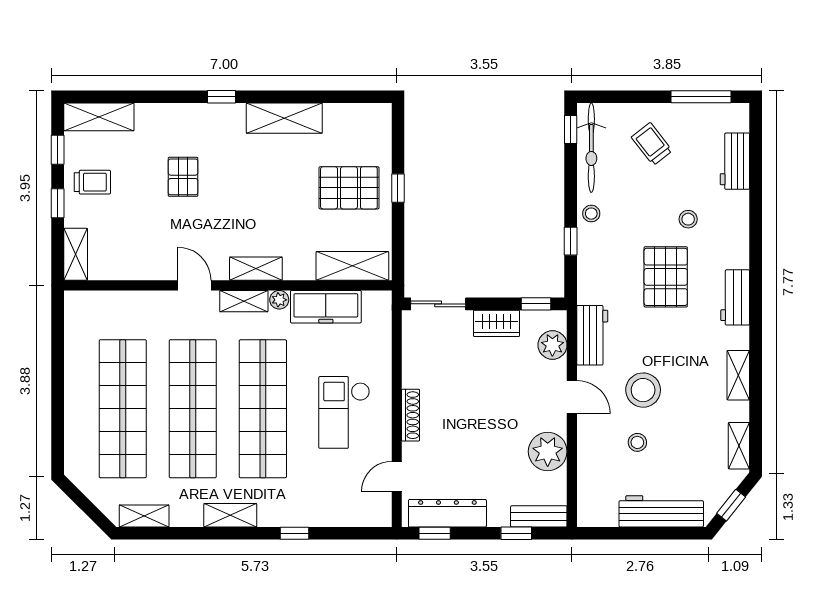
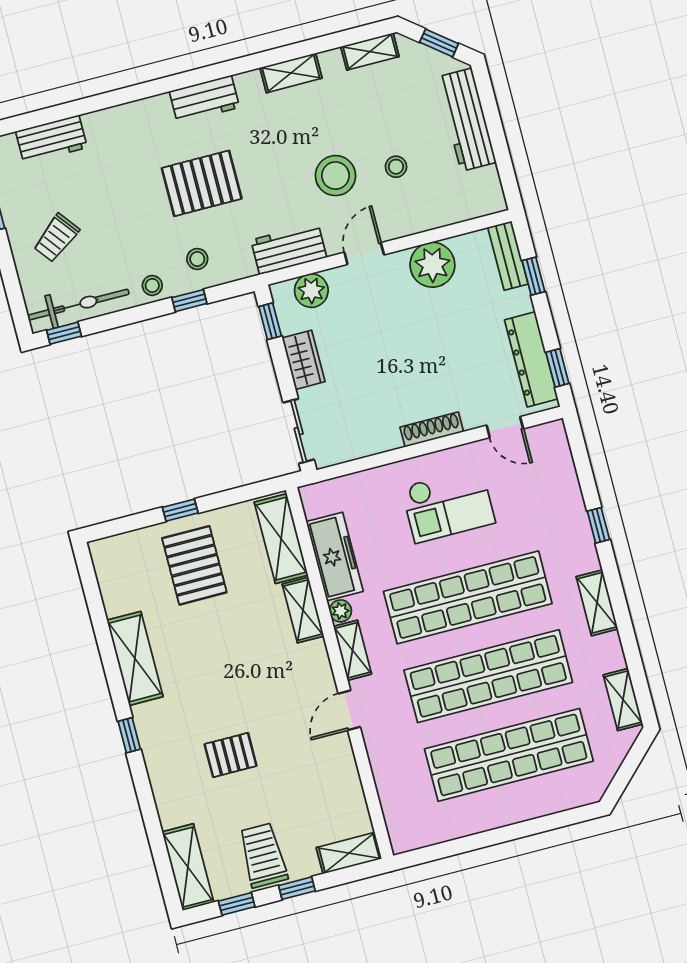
trolley: (92, 182) -> (263, 855), width x1.36, depth x1.39
stool: (688, 219) -> (197, 259), moved
shelving: (256, 269) -> (303, 610), moved

